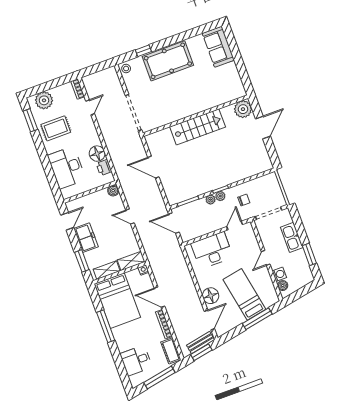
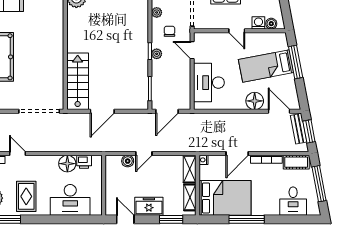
stairs: (198, 127) -> (78, 81), moved
boiler: (113, 191) -> (128, 161), moved
plant: (211, 200) -> (157, 12), moved

